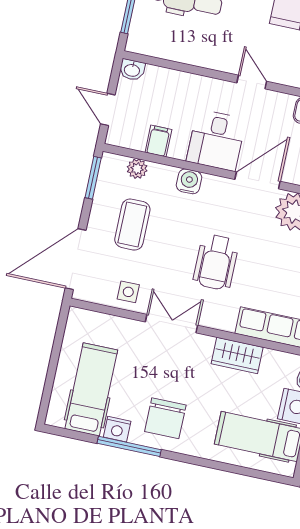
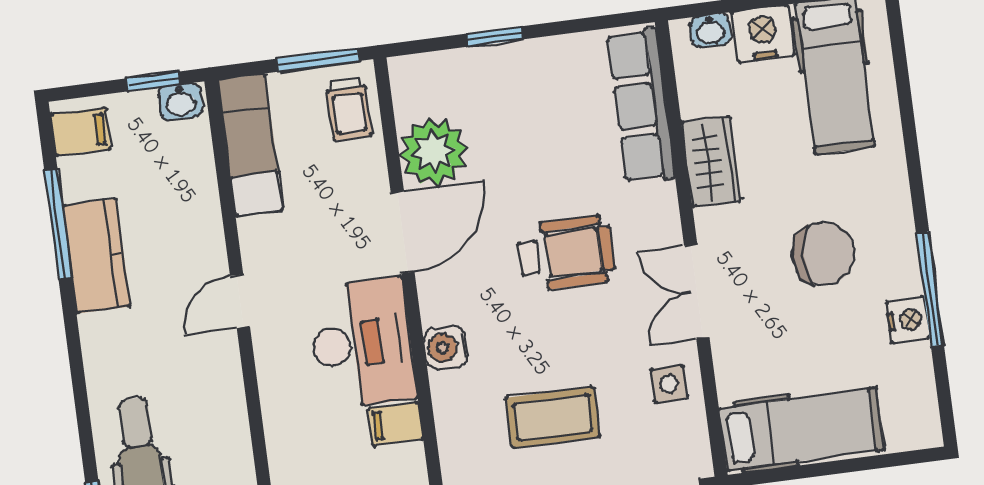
desk: (216, 140) -> (362, 343), width x1.37
plant: (137, 169) -> (456, 443), removed
door: (258, 180) -> (403, 232), swing flipped
hospital bed: (91, 389) -> (802, 429), moved, turned 180
chair: (165, 418) -> (824, 254), moved

